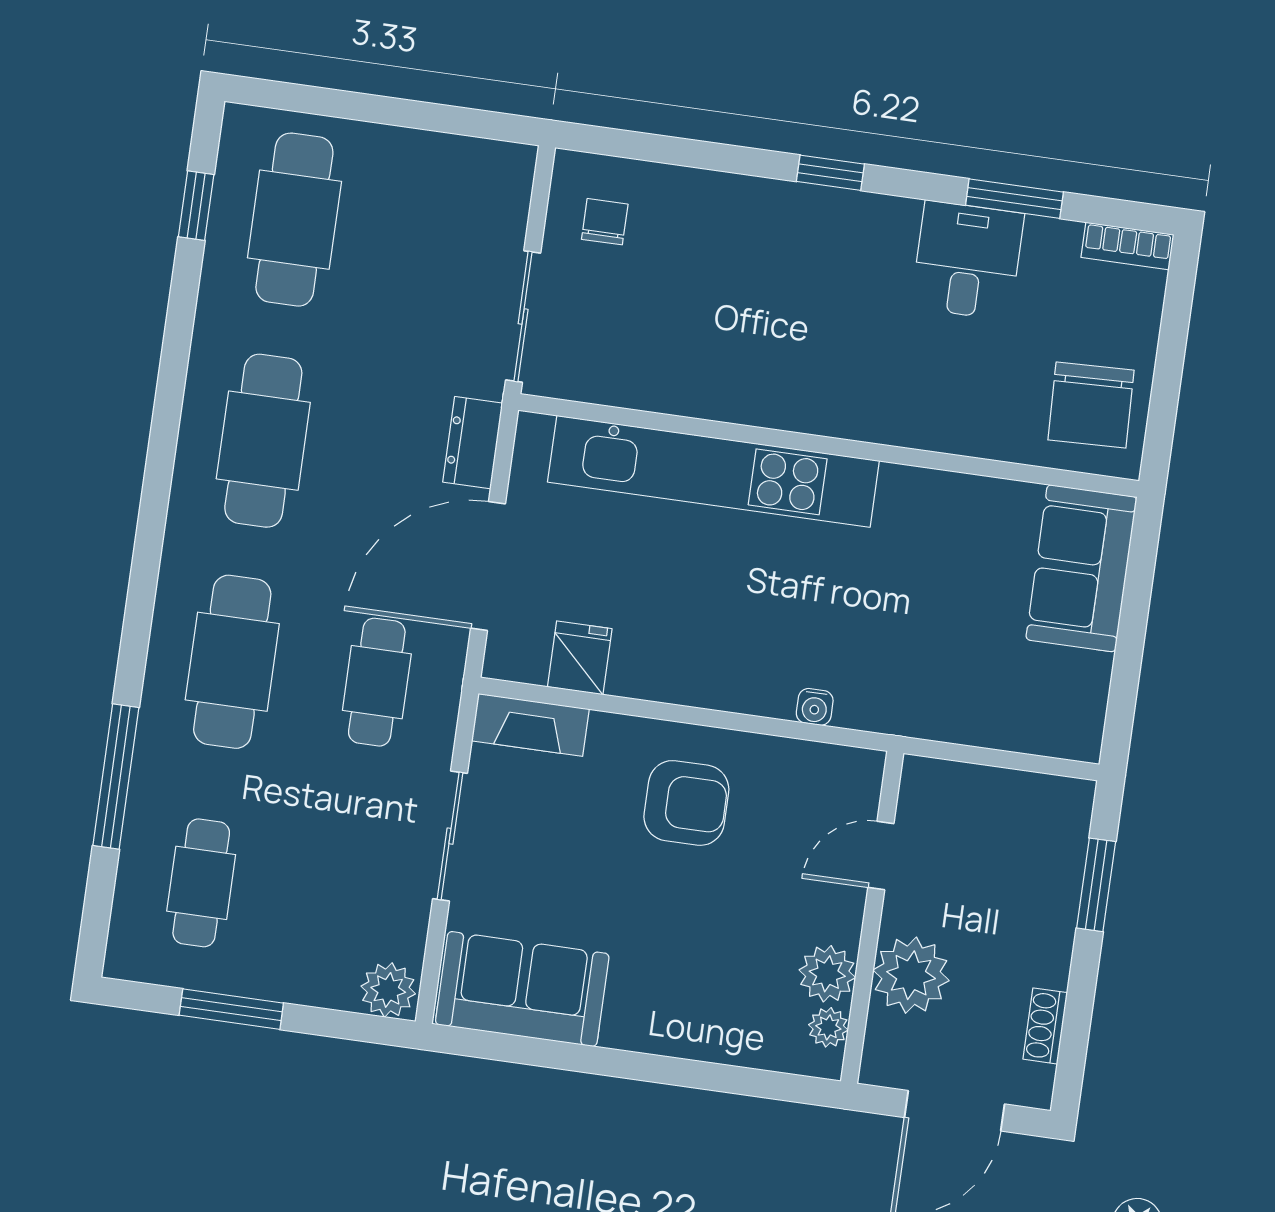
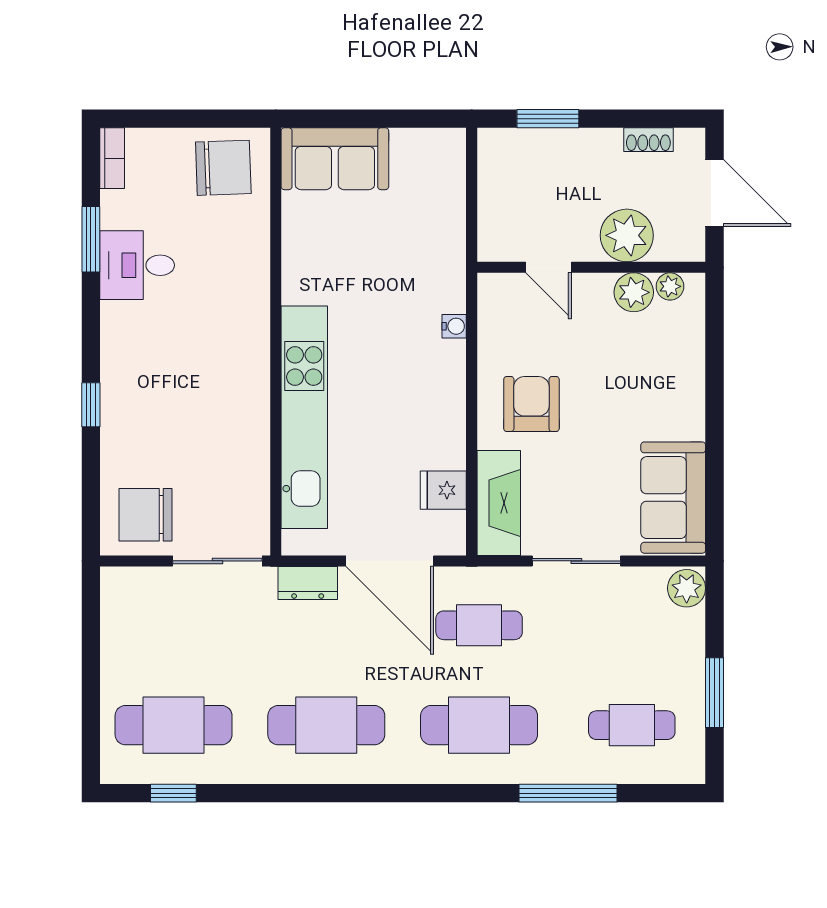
window: (830, 173) -> (91, 405), moved
chair: (605, 222) -> (145, 515), width x1.87, depth x1.87
fireplace: (530, 725) -> (499, 503), width x1.37, depth x1.32

